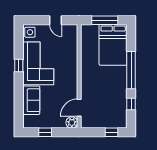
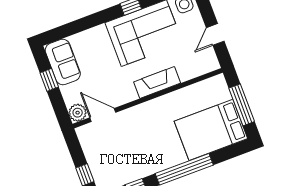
fireplace: (72, 67) -> (157, 82), added
sofa: (31, 100) -> (63, 62), moved, turned -90

